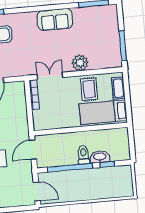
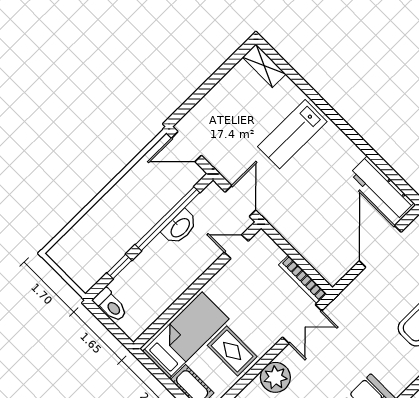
door: (51, 132) -> (236, 247), added
toilet: (83, 155) -> (110, 305), moved
washbasin: (100, 157) -> (180, 227), moved

